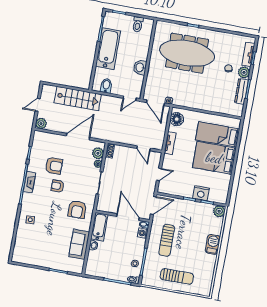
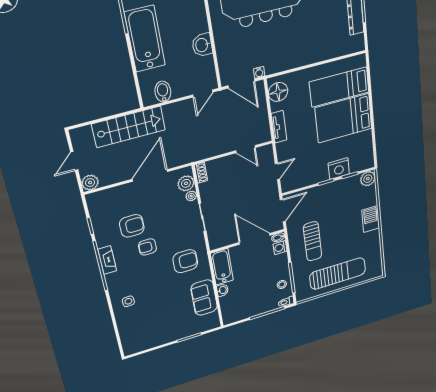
armchair: (77, 209) -> (185, 261), turned -90
sun lounger: (177, 276) -> (338, 273), width x1.36, depth x1.34

